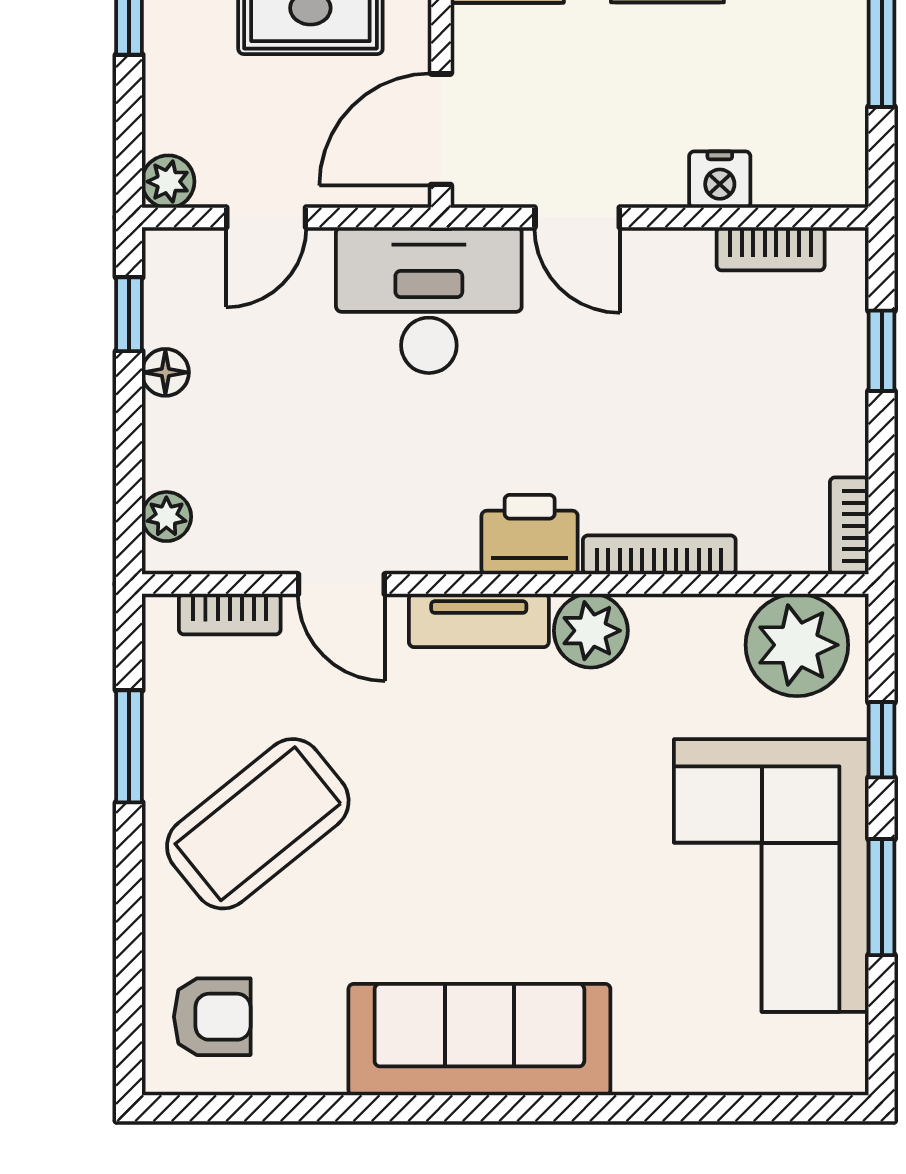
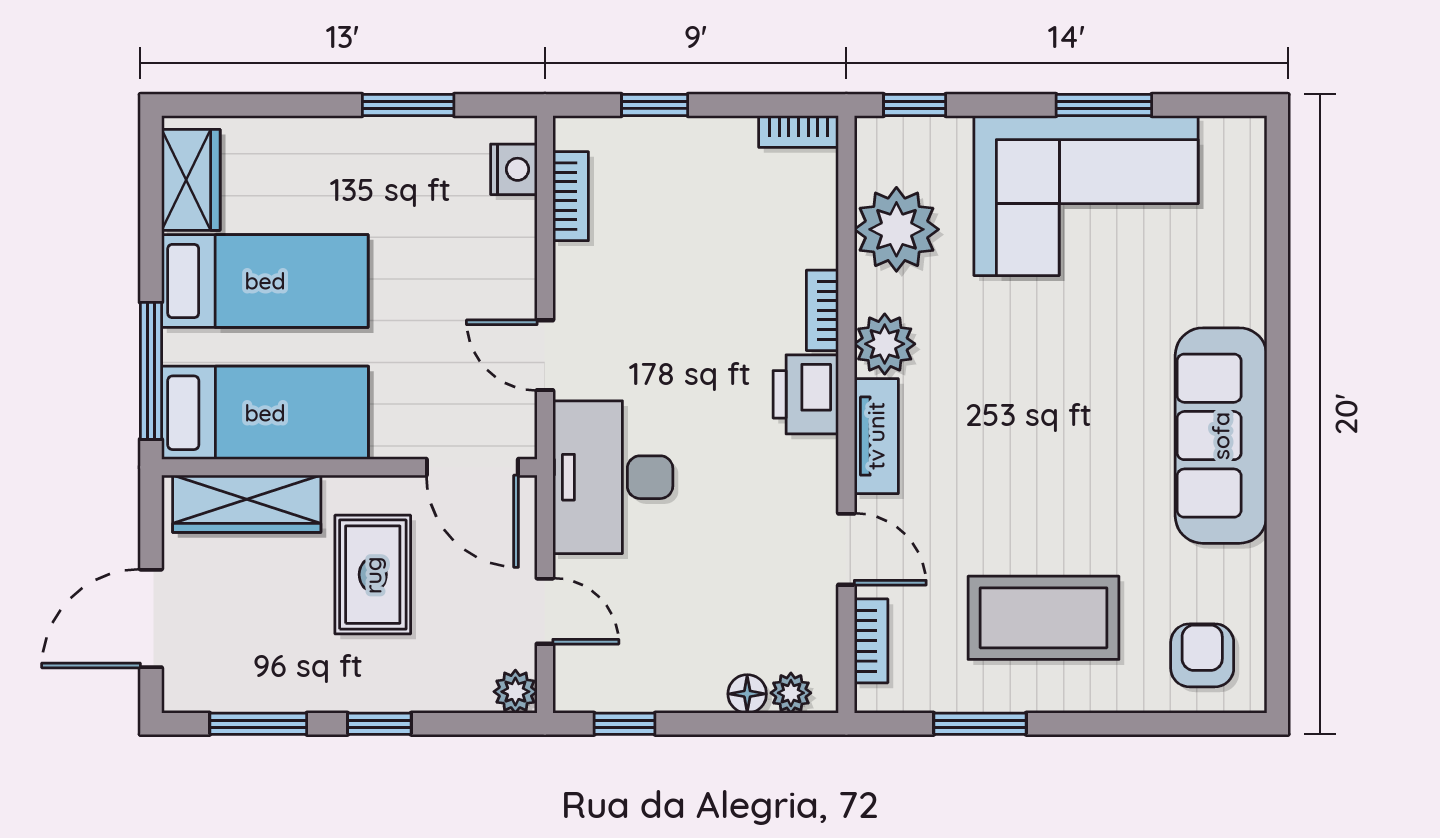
nightstand: (720, 180) -> (514, 169), moved
door: (577, 217) -> (545, 355), swing flipped
floor lamp: (165, 372) -> (747, 694), moved
bookcase: (659, 555) -> (822, 310), width x0.64
door: (341, 584) -> (846, 549), hinge flipped
plant: (797, 645) -> (896, 229), moved
window: (882, 740) -> (915, 105), moved
coffee table: (258, 824) -> (1043, 618), turned -51

